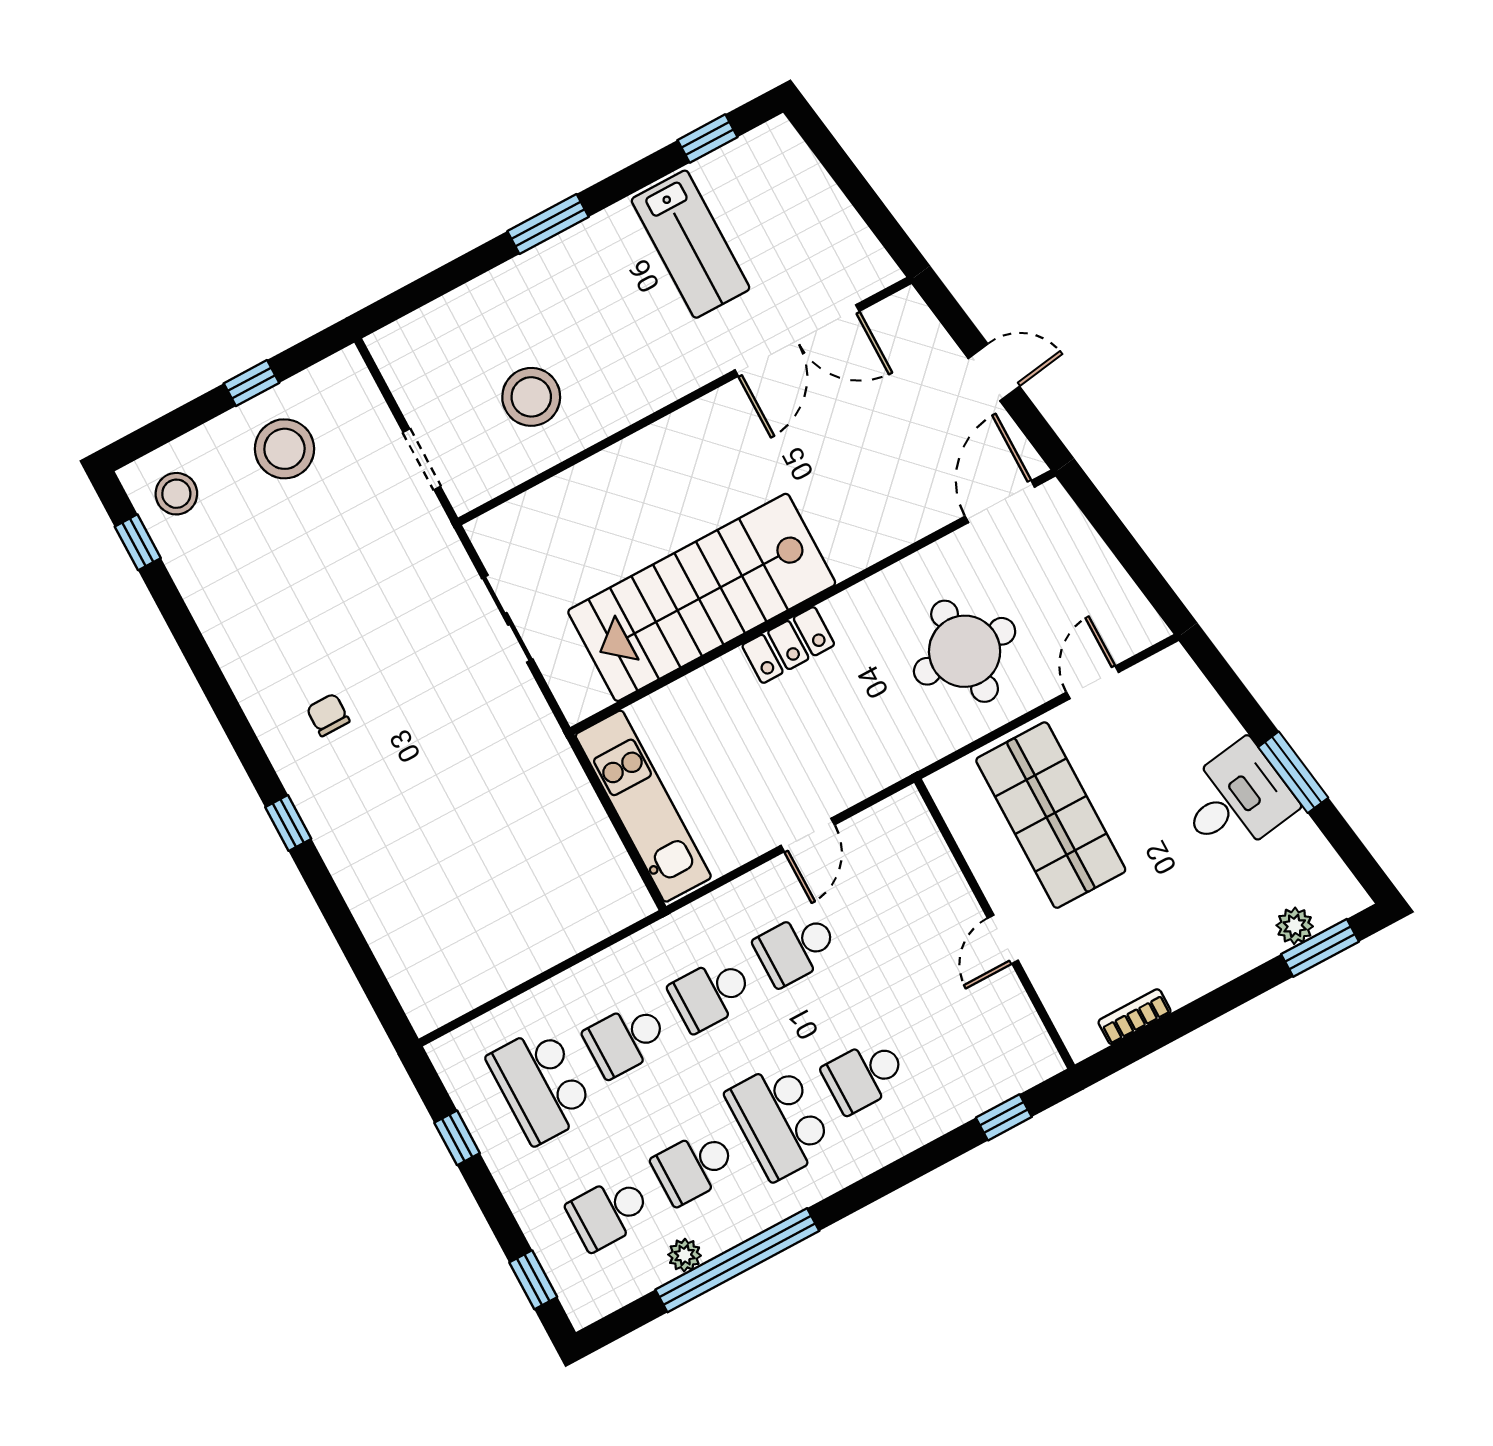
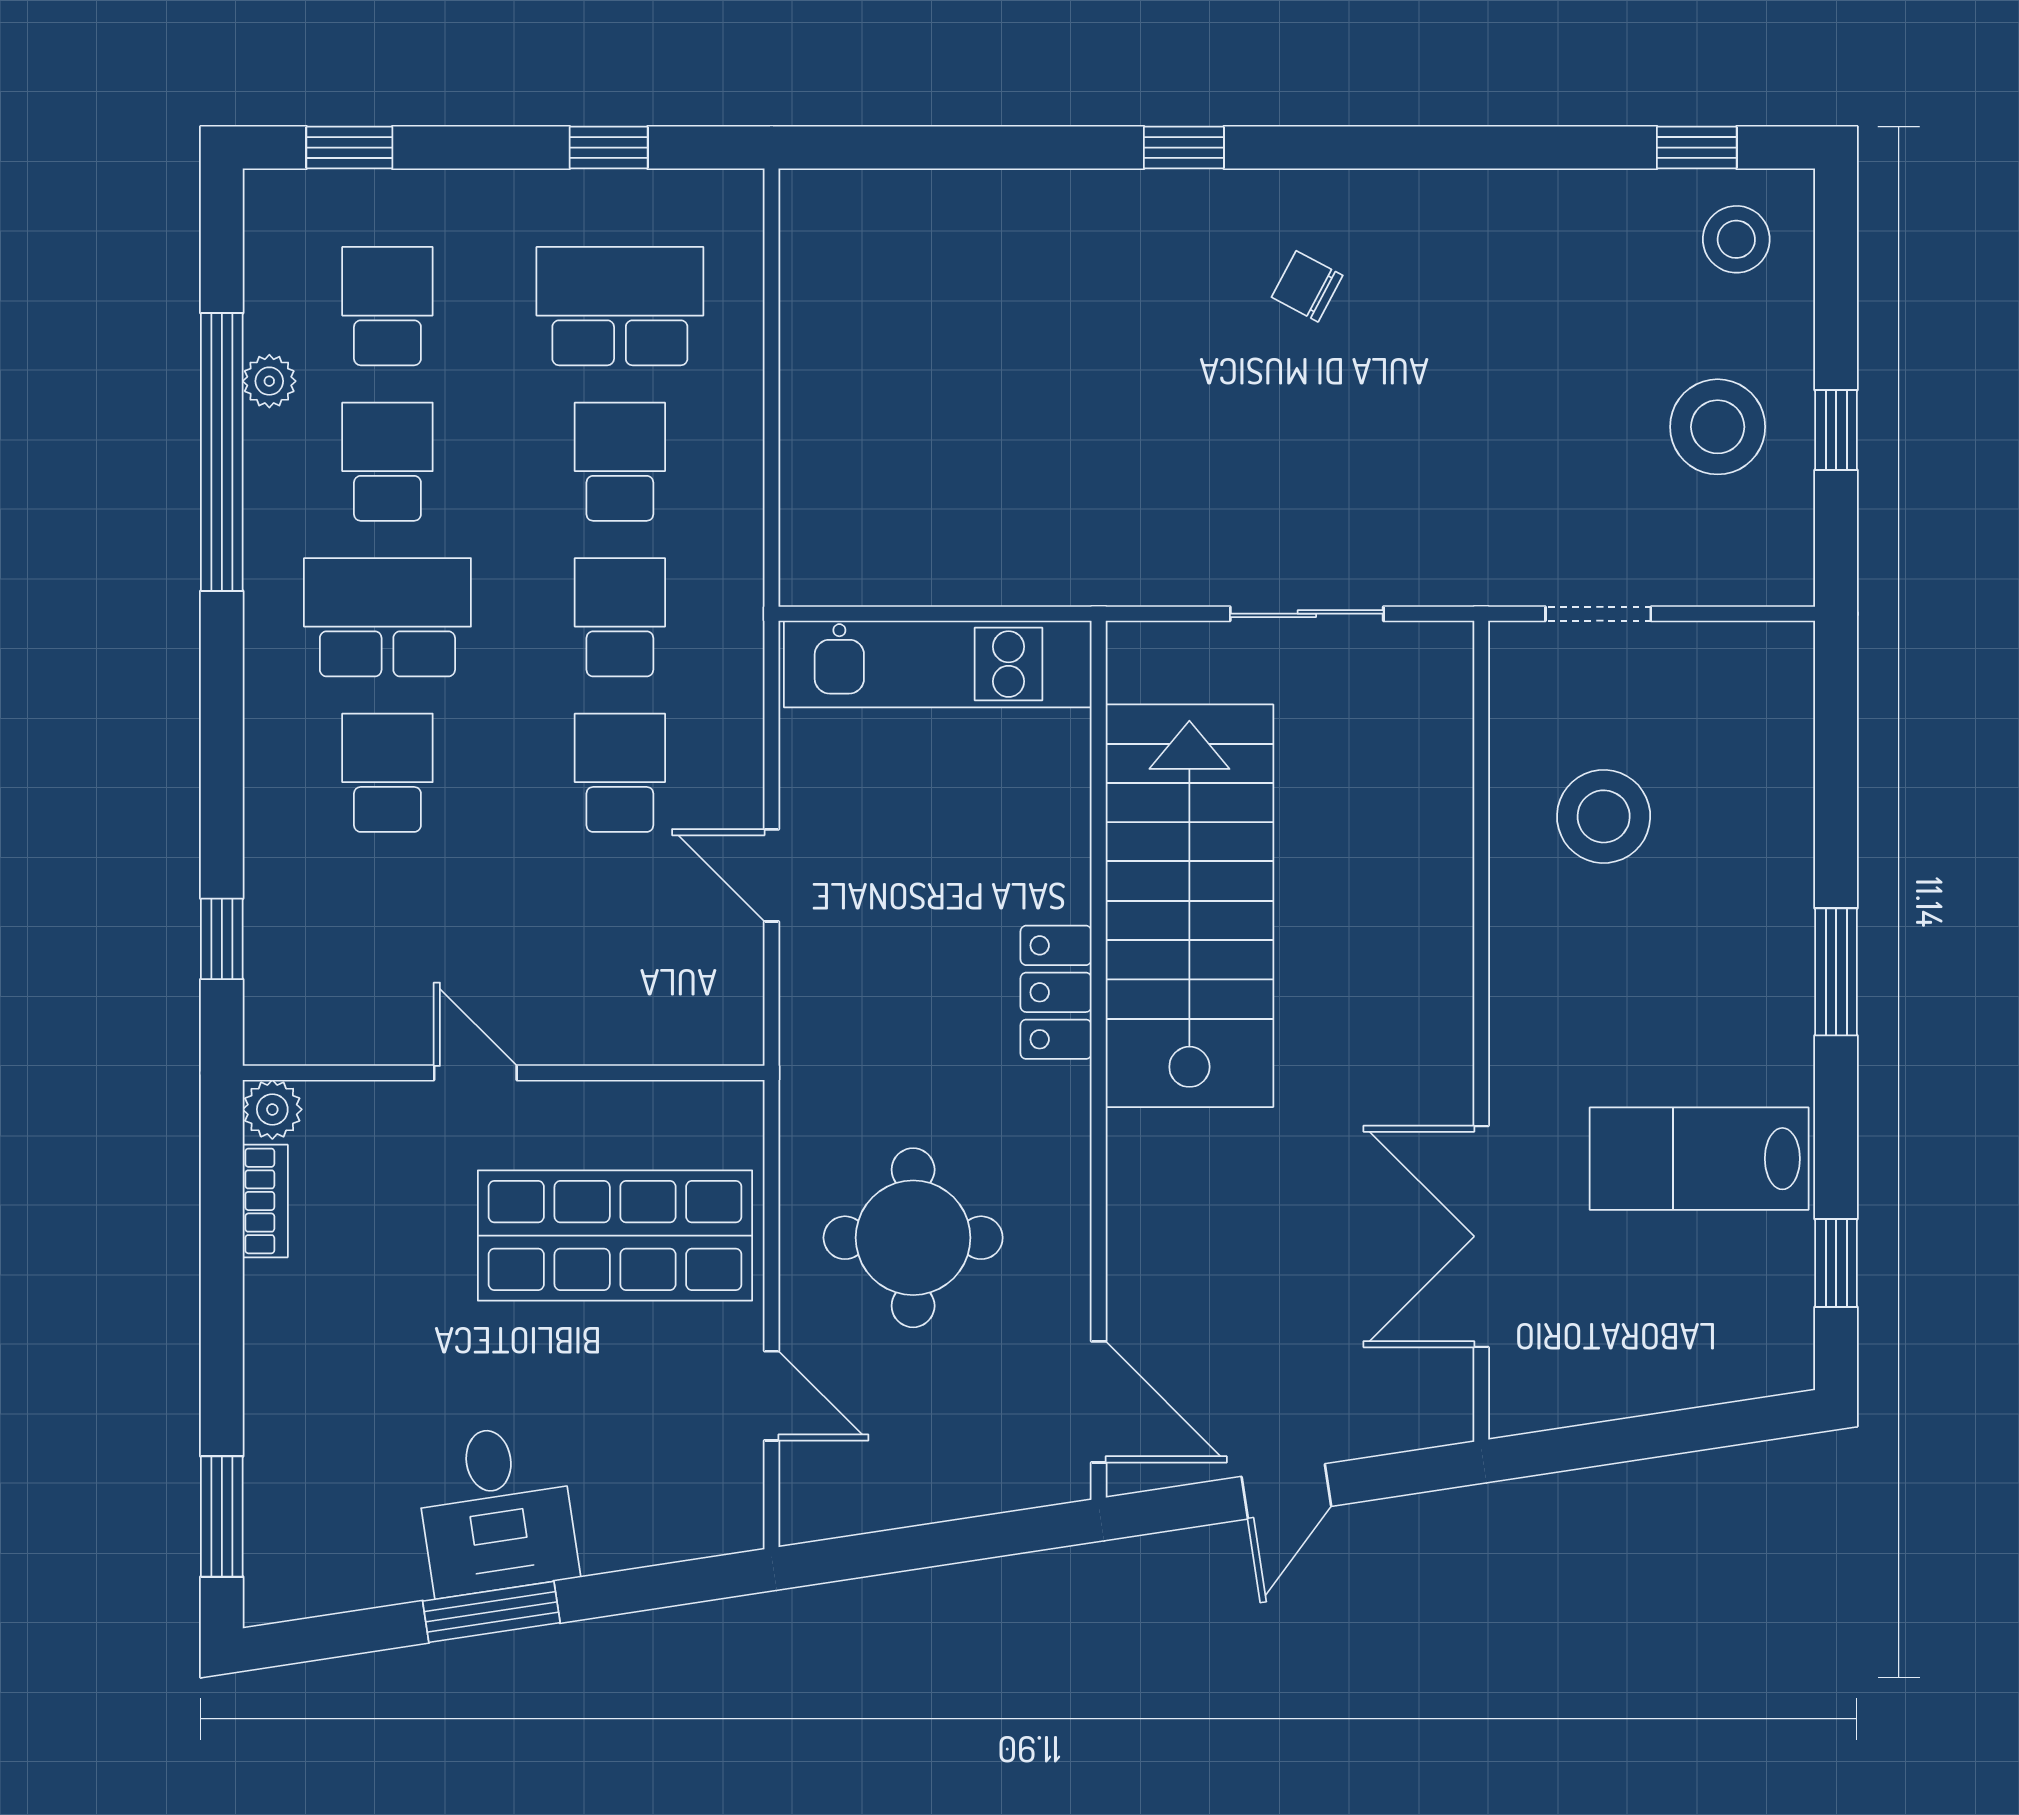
chair: (328, 715) -> (1307, 286), turned -152
plant: (1295, 926) -> (272, 1109), moved

